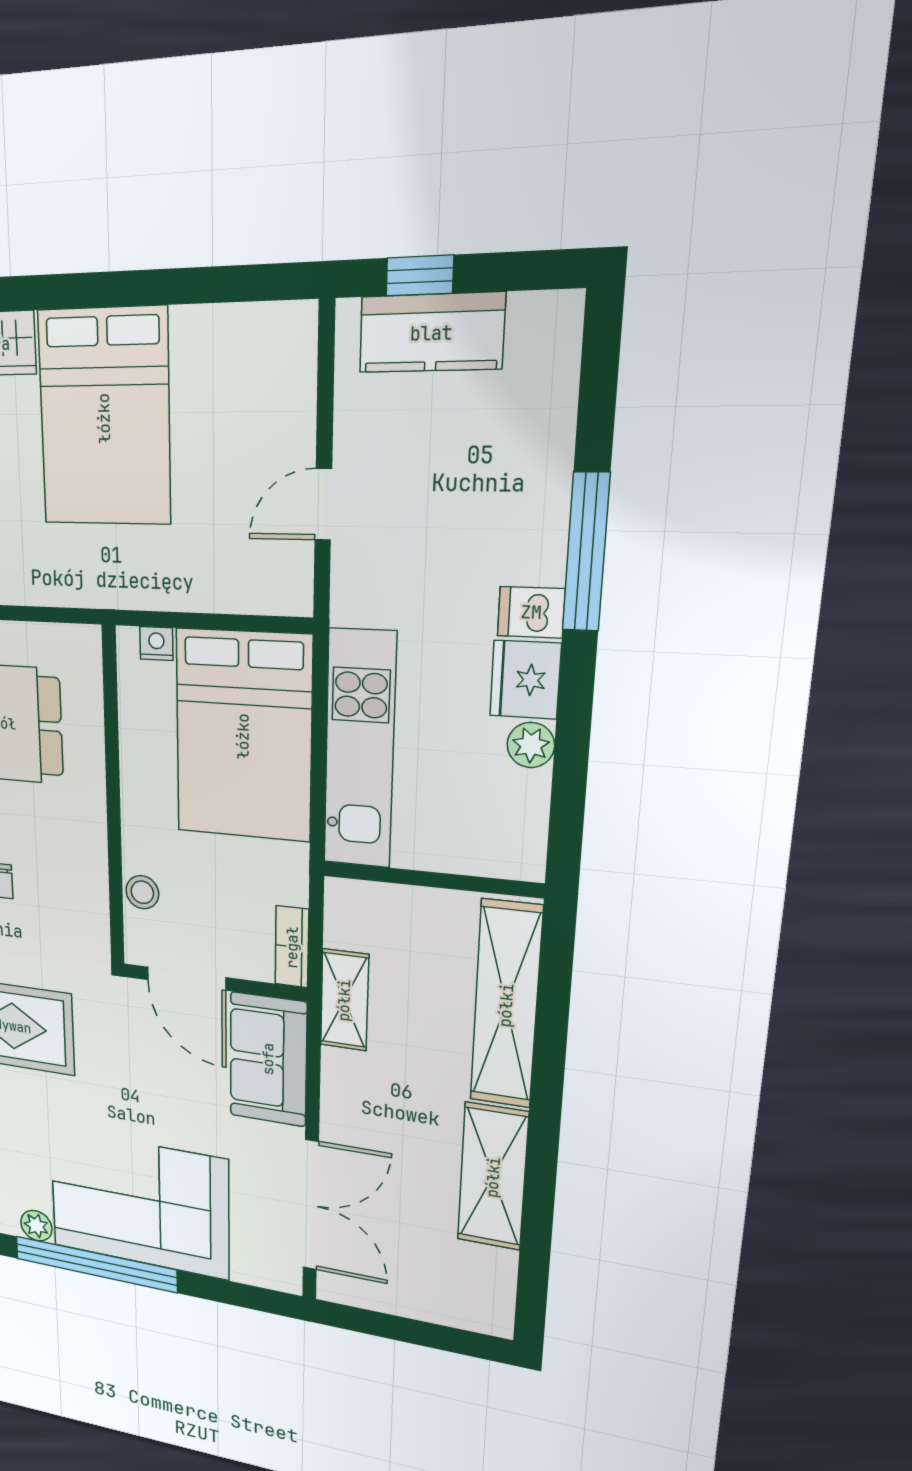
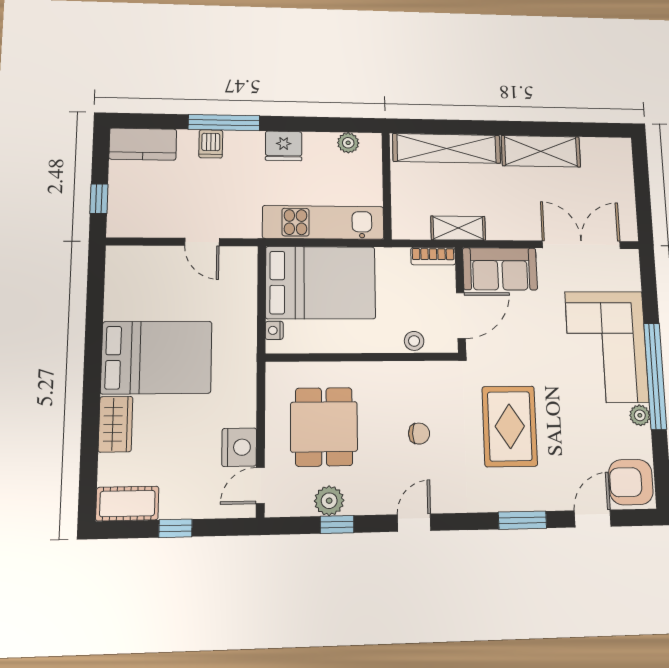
kitchen counter: (431, 333) -> (143, 144), moved, turned 90
dishwasher: (531, 612) -> (211, 144), moved
plant: (531, 745) -> (348, 143), moved

